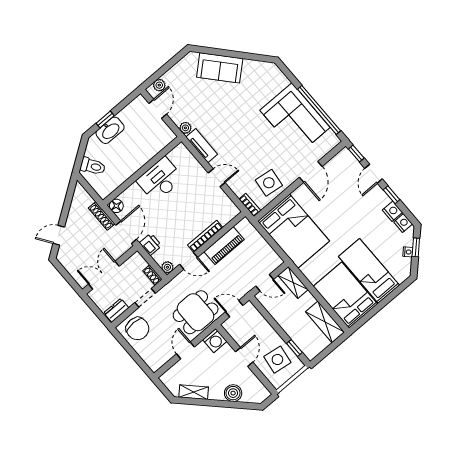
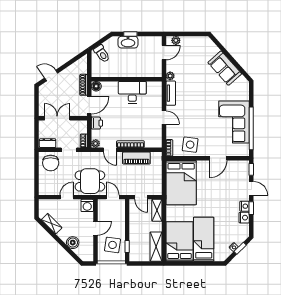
sofa: (220, 68) -> (225, 68), moved
door: (373, 174) -> (251, 188), swing flipped
nightstand: (403, 223) -> (245, 206), moved

